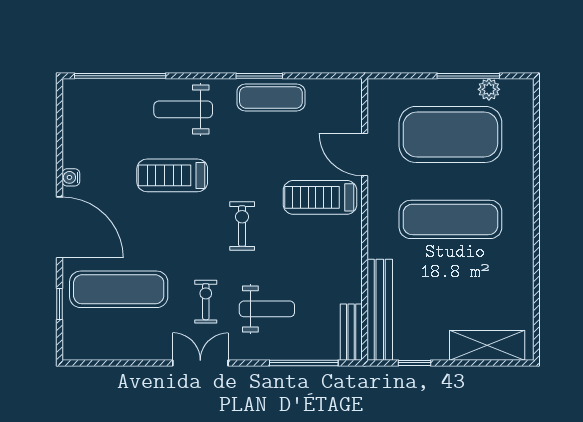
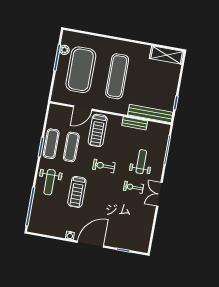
exercise mat: (119, 289) -> (71, 147), moved, width x0.73, depth x0.69
bench: (351, 332) -> (135, 123), moved
shelving: (487, 345) -> (167, 55), moved, turned 90

